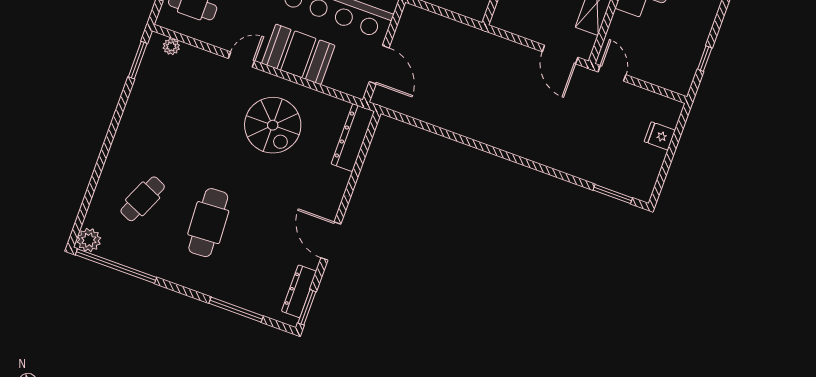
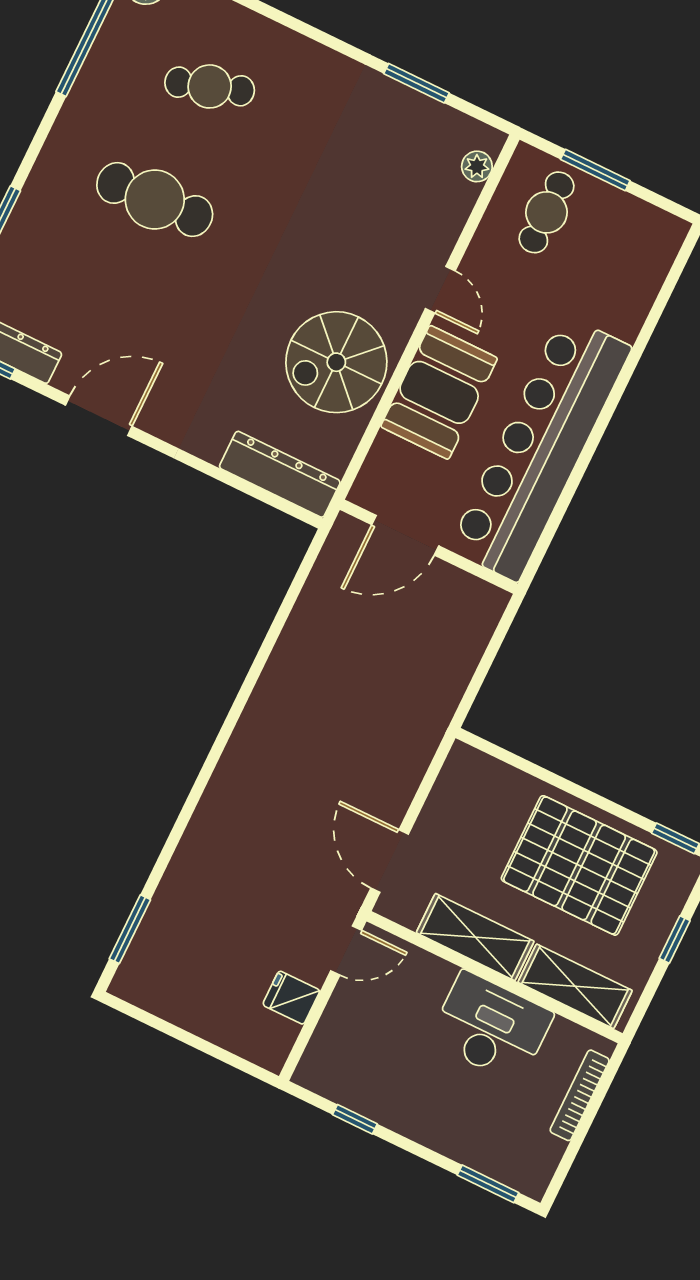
door: (560, 54) -> (390, 861), hinge flipped
window: (138, 60) -> (416, 83), moved
spiral stairs: (273, 125) -> (336, 362), moved
fridge: (660, 136) -> (291, 998), moved, turned -90
cafe table: (143, 199) -> (210, 86), turned -42

